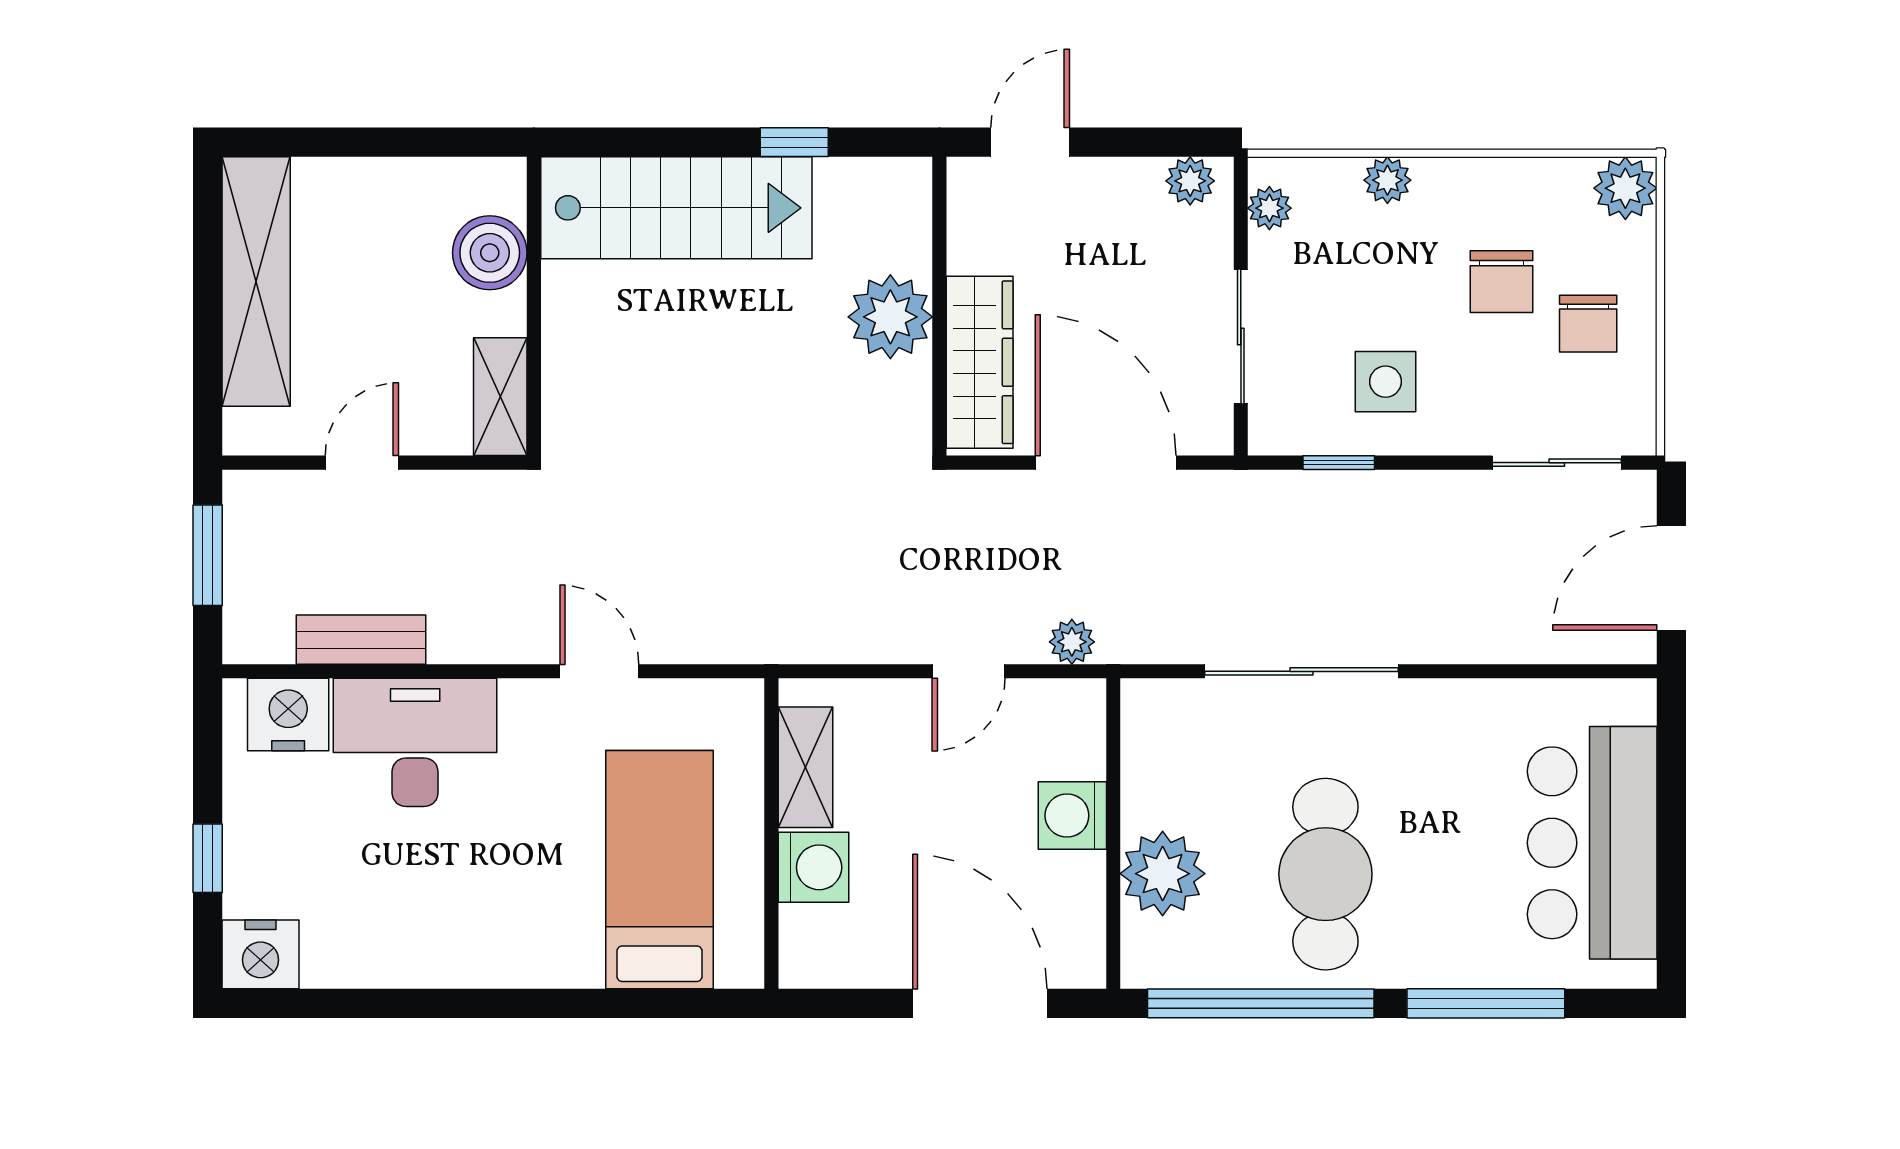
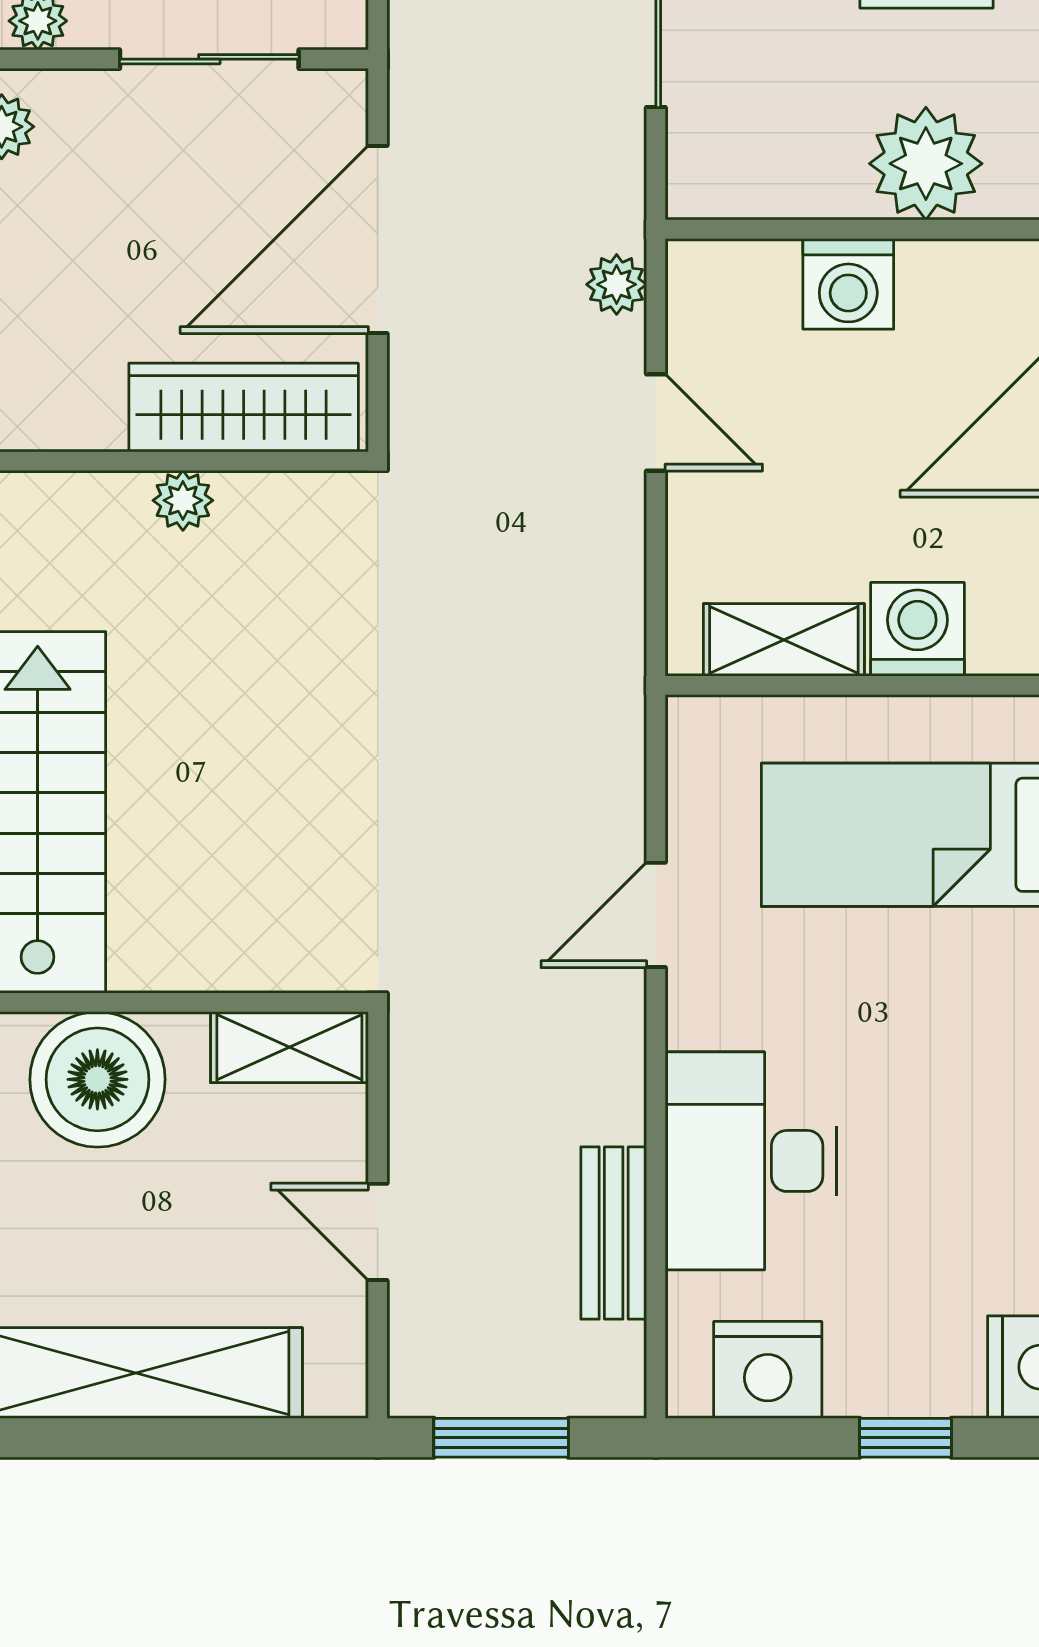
boiler: (490, 253) -> (97, 1079), width x1.37, depth x1.37
plant: (890, 317) -> (183, 500), width x0.53, depth x0.53
nightstand: (288, 715) -> (768, 1370), moved, turned -90

